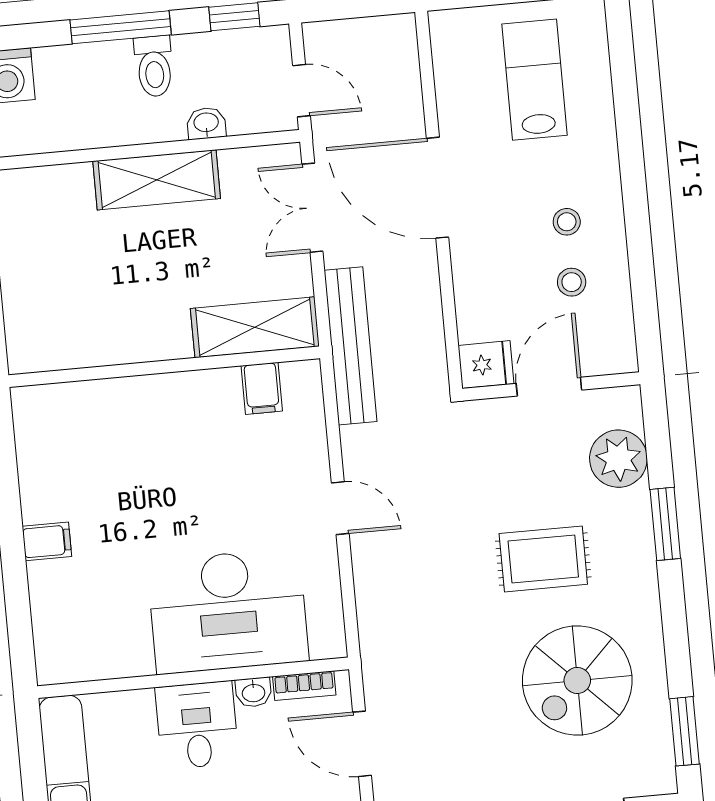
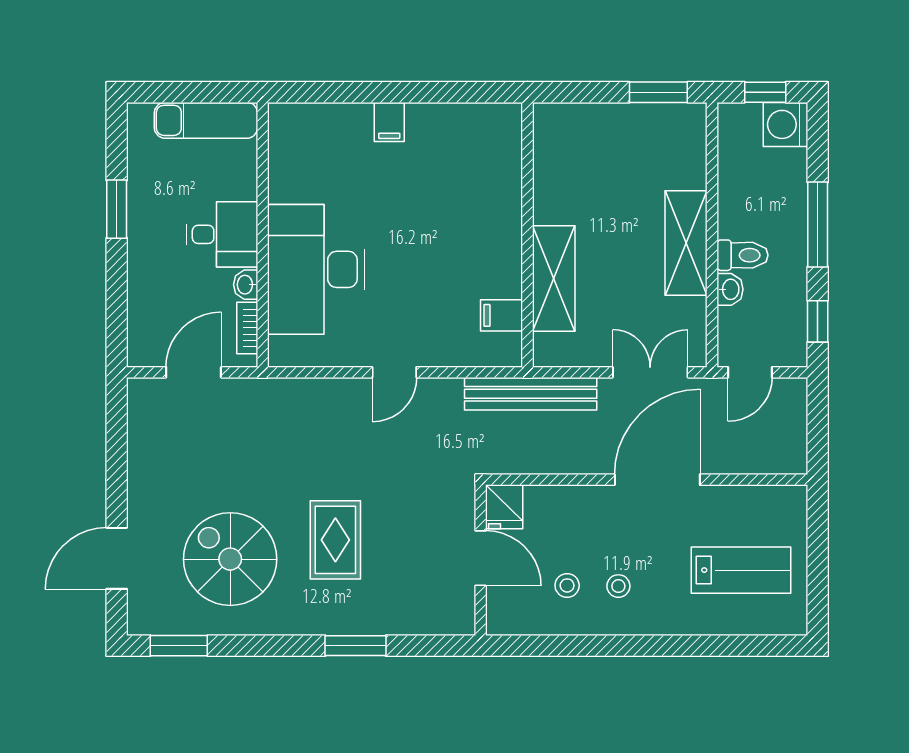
toilet: (154, 66) -> (742, 255), moved, turned 180
shelving: (255, 327) -> (554, 279), moved
plant: (618, 459) -> (414, 611), removed

